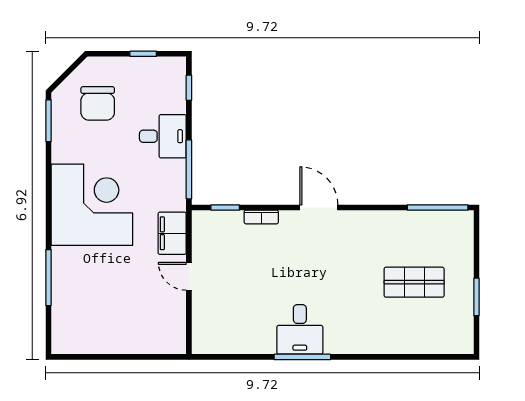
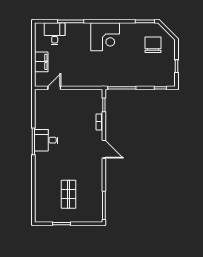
chair: (98, 103) -> (153, 45), turned 90
desk: (163, 136) -> (55, 34), moved, turned 180
corner desk: (92, 205) -> (105, 37), width x0.74, depth x0.74
door: (319, 208) -> (104, 149), hinge flipped
filing cabinet: (172, 233) -> (41, 62), moved, turned 90
door: (189, 276) -> (54, 88), moved

